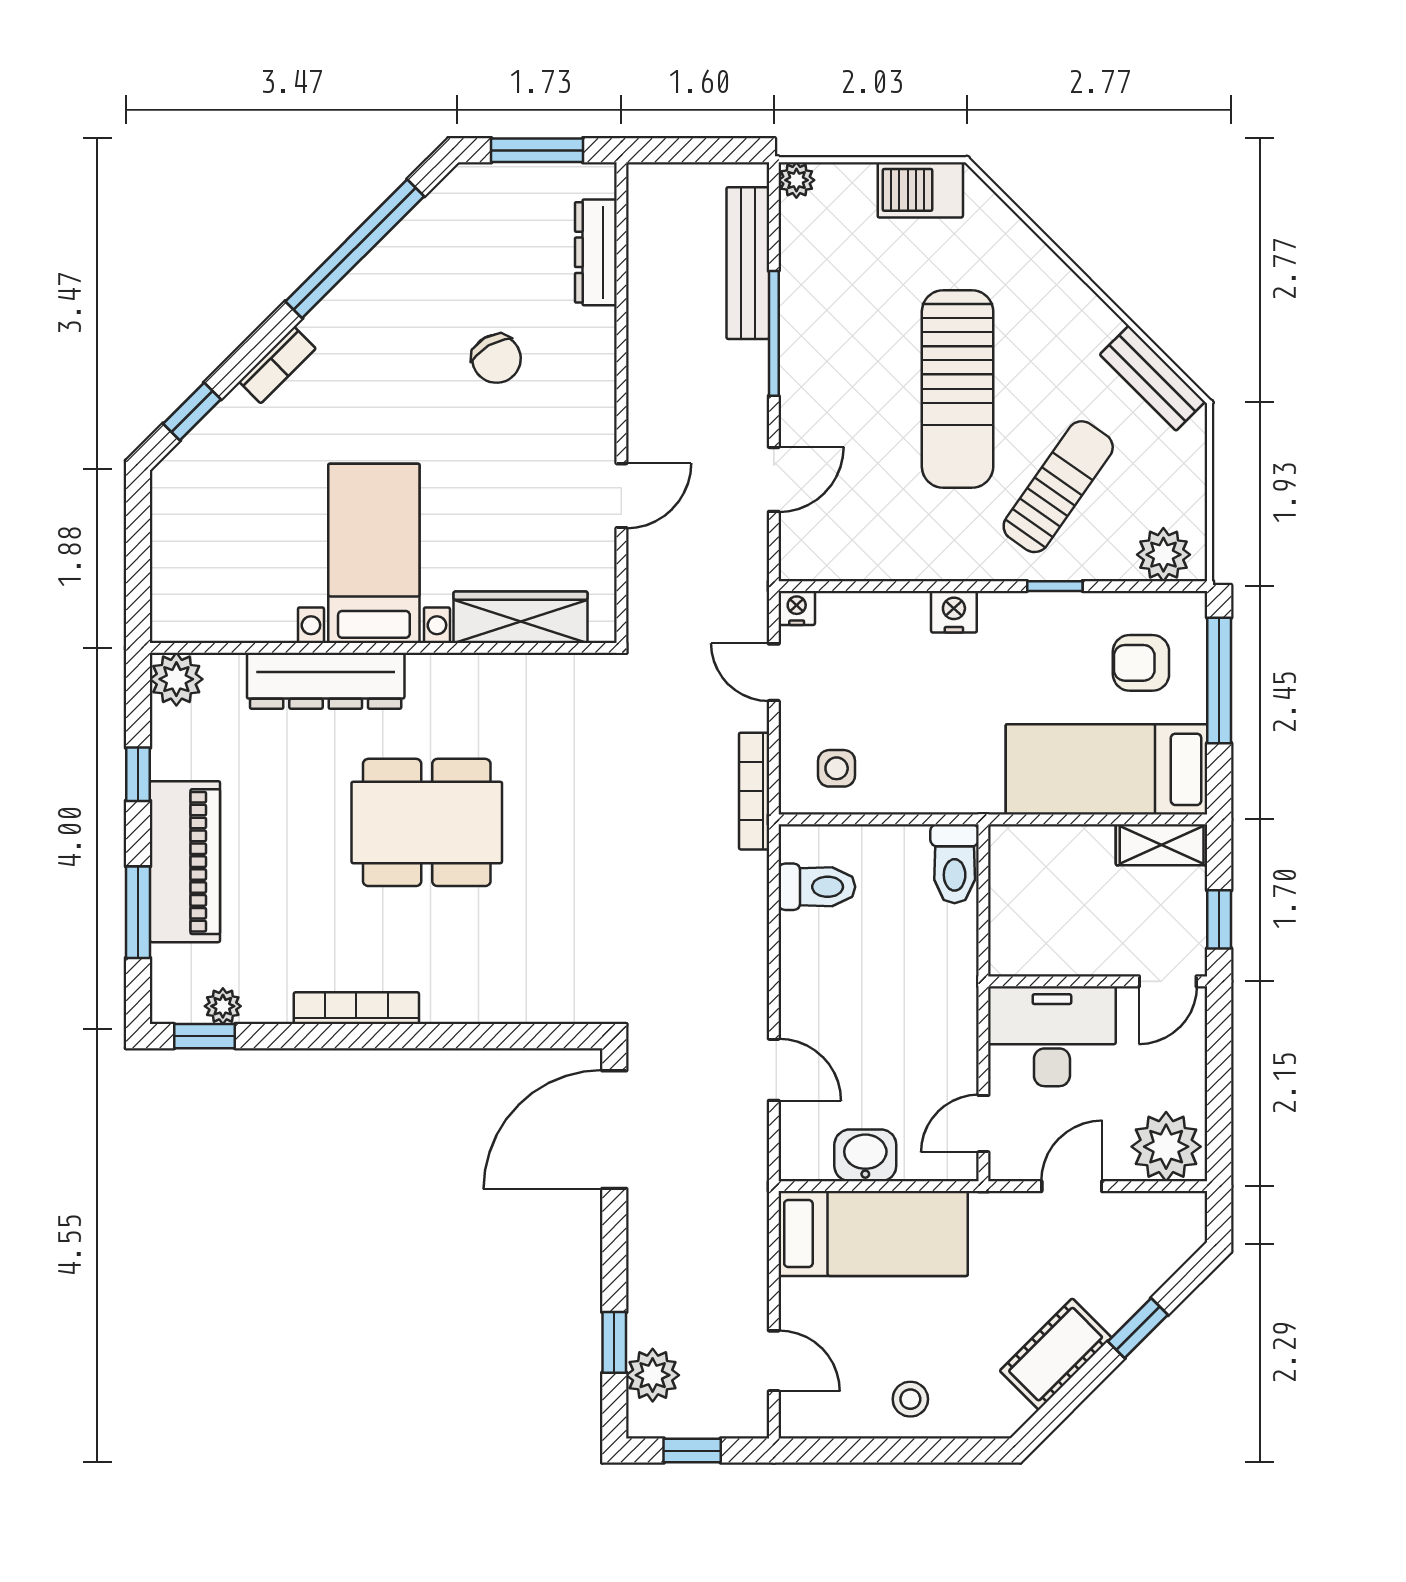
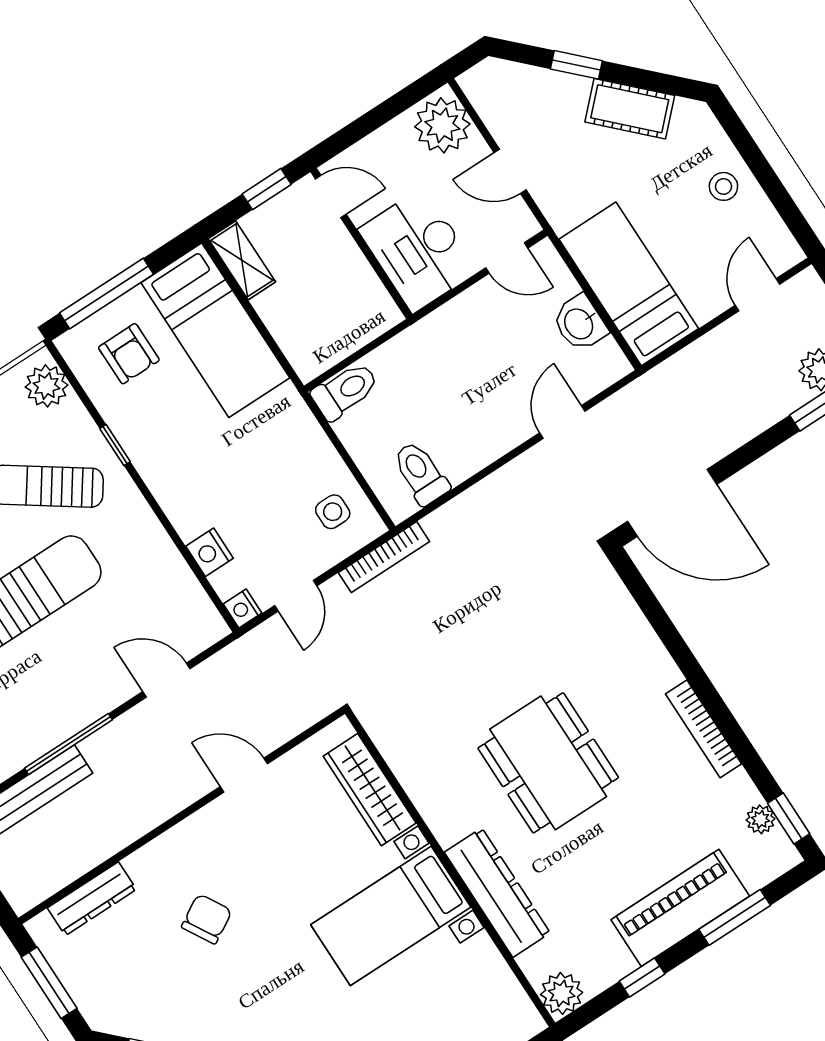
nightstand: (954, 612) -> (210, 552), moved

